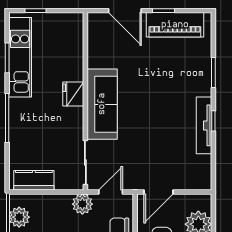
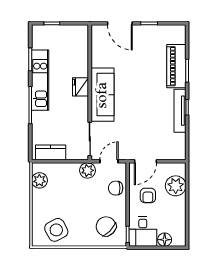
piano: (175, 25) -> (176, 66), moved, turned 90
kitchen unit: (20, 57) -> (40, 80), moved

